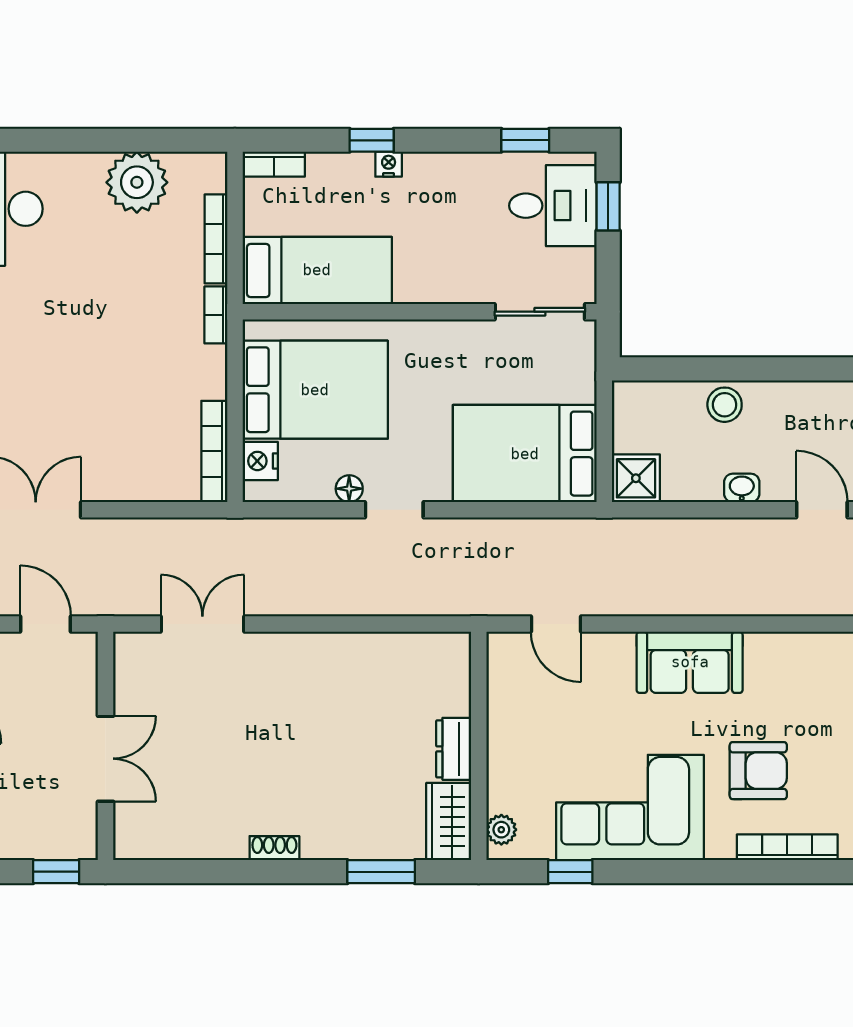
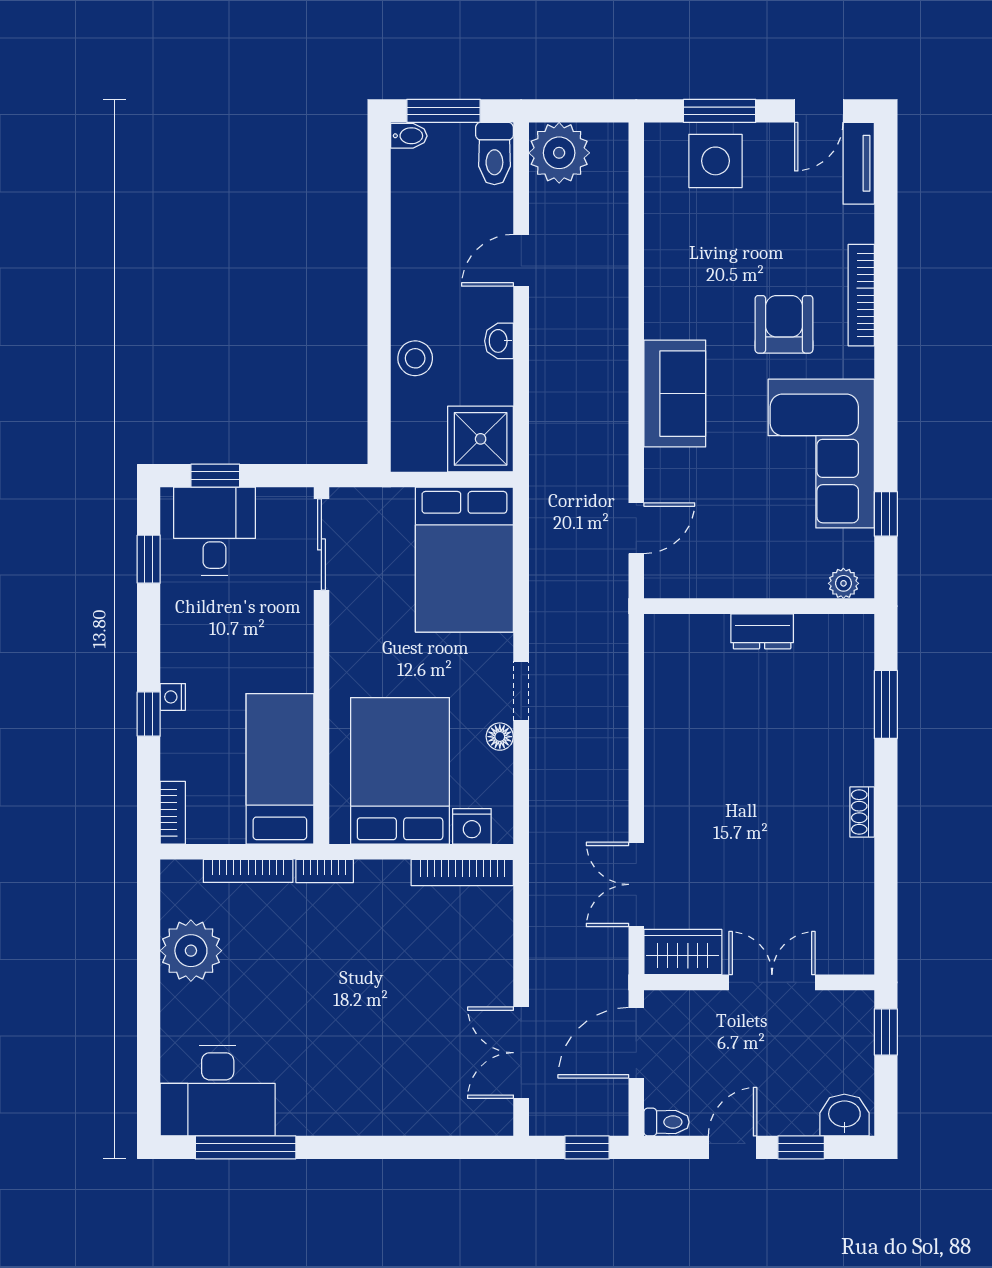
shower: (636, 478) -> (481, 439), width x1.36, depth x1.36
door: (45, 624) -> (636, 1043), width x1.38
wardrobe: (449, 822) -> (683, 952), moved, turned 180

